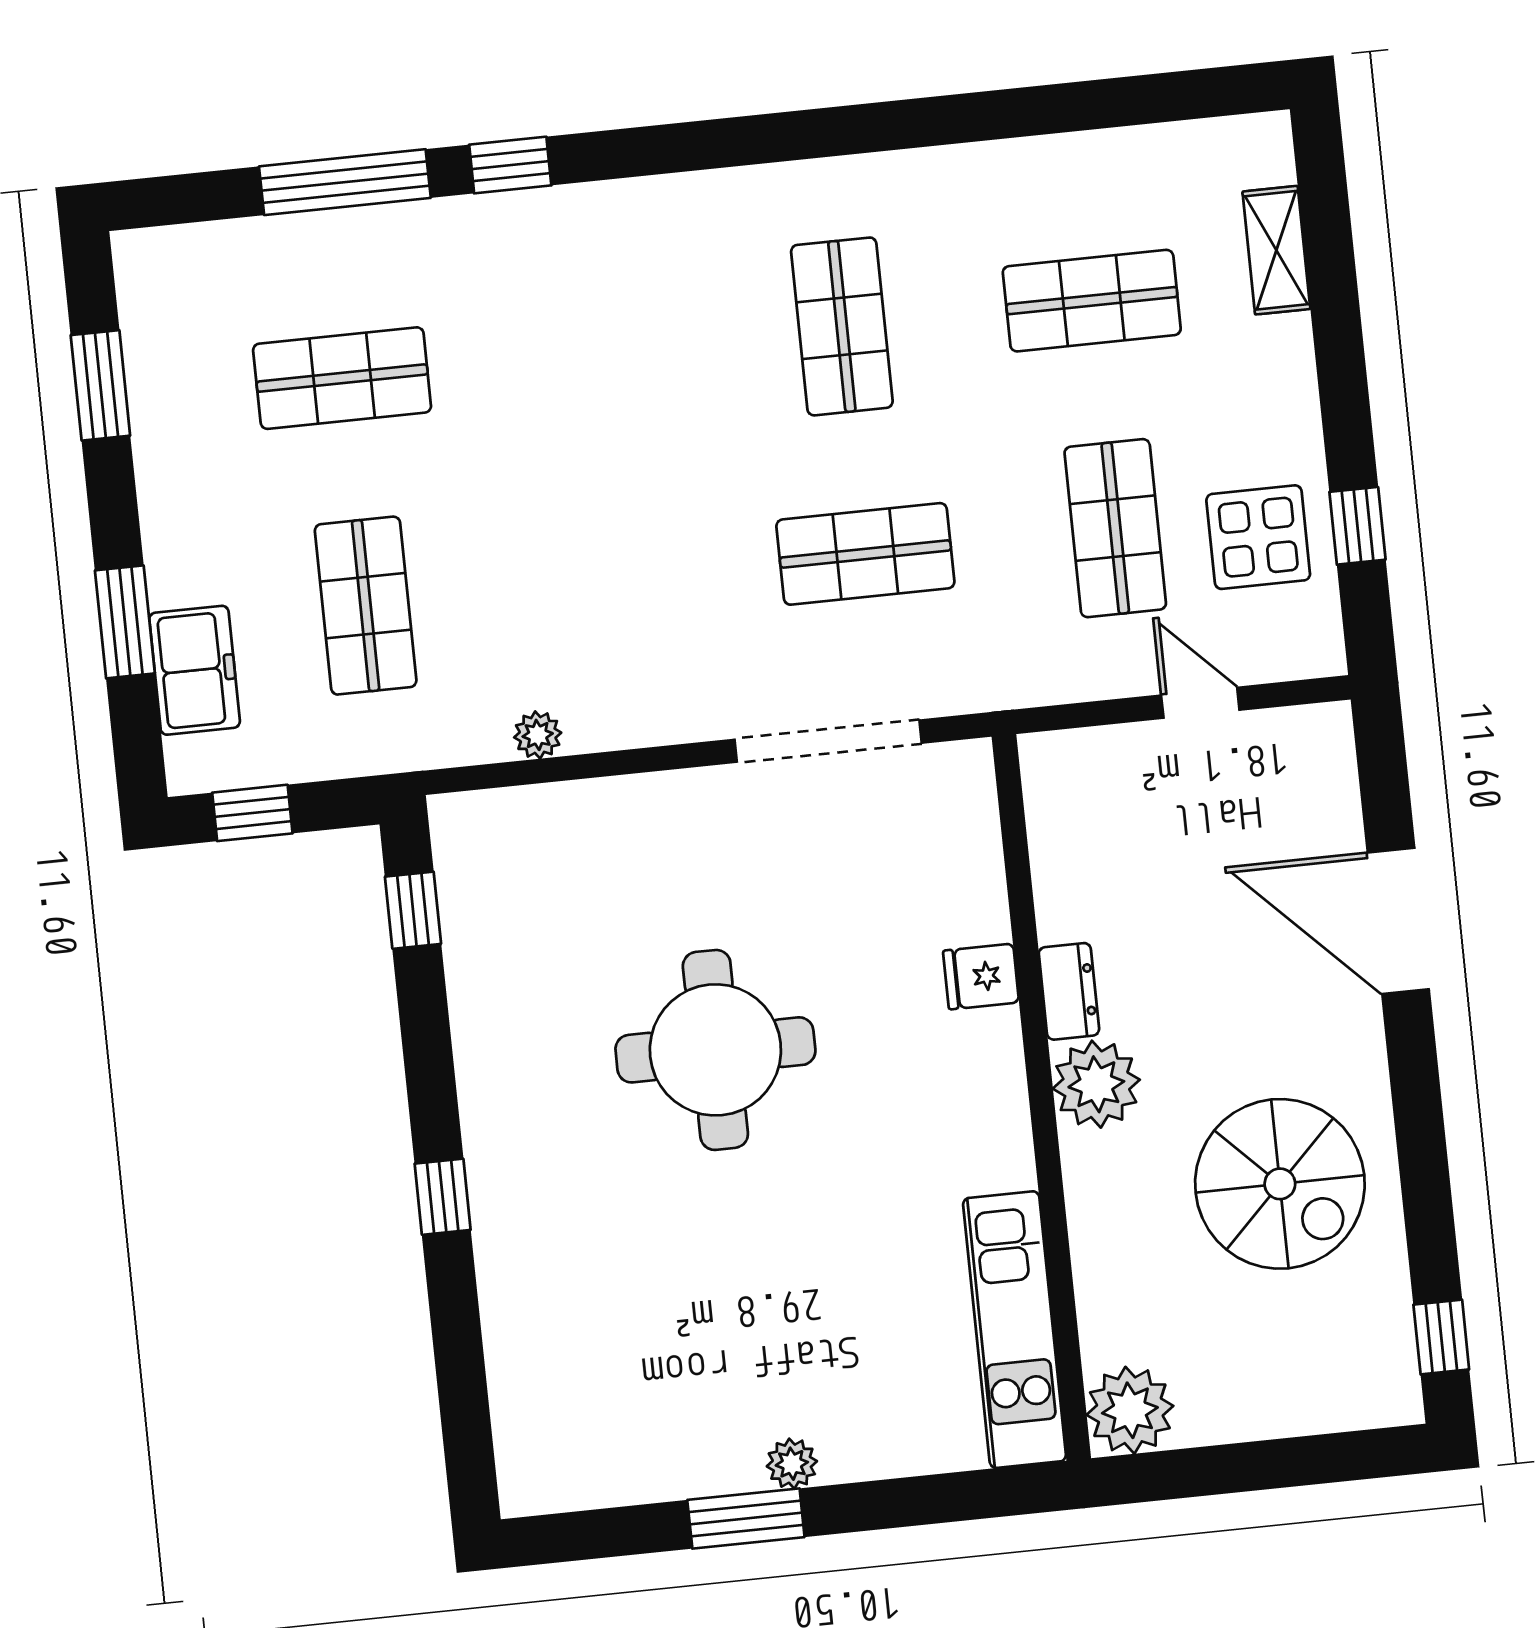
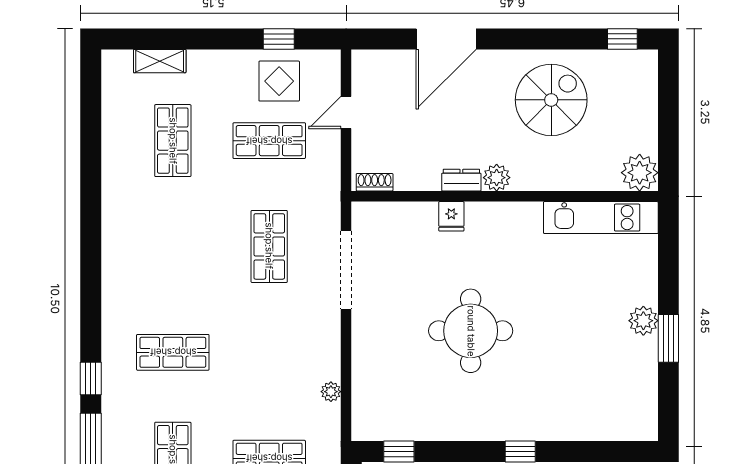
shop shelf: (842, 326) -> (173, 352), moved
shoe rack: (1043, 787) -> (375, 182), added
plant: (1096, 1084) -> (497, 178), width x0.73, depth x0.73
plant: (792, 1464) -> (643, 321), width x1.38, depth x1.38

